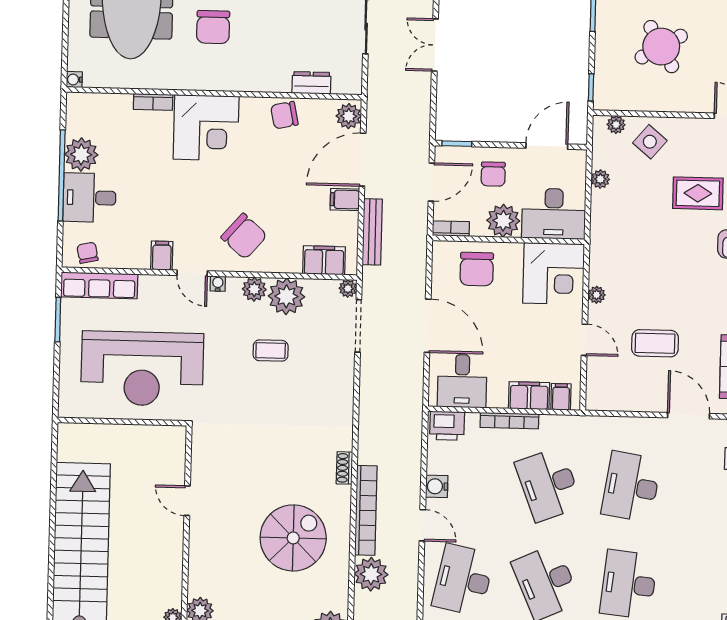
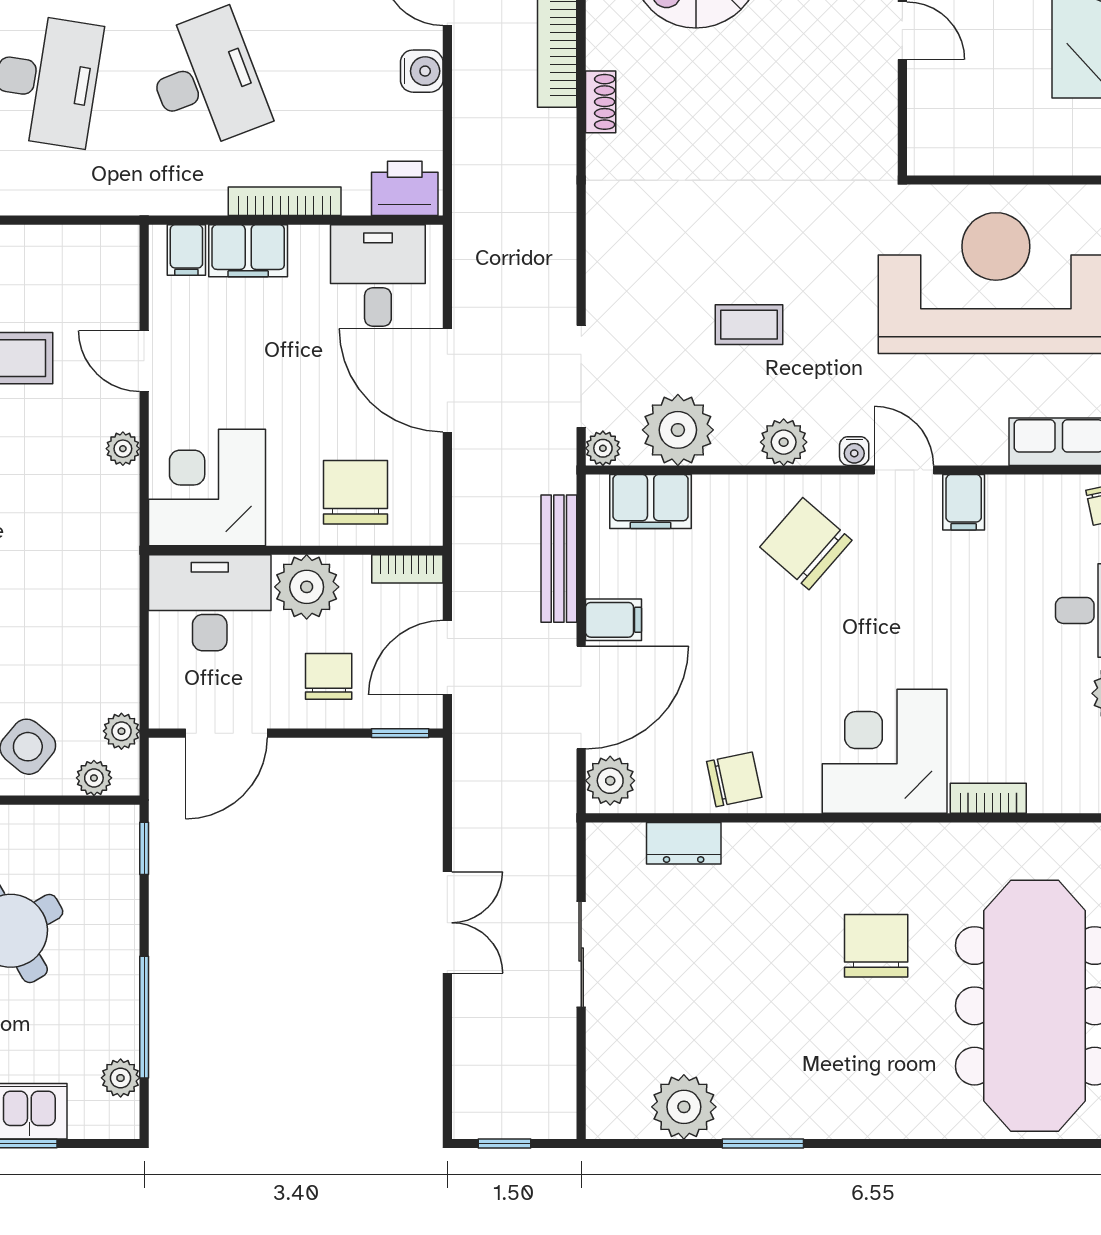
plant: (600, 179) -> (121, 731), moved
plant: (286, 296) -> (678, 430), moved

